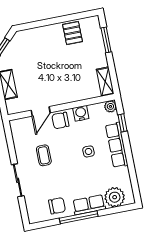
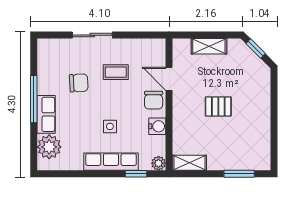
pallet: (73, 33) -> (218, 106), moved
chair: (60, 121) -> (154, 100), turned 180
chair: (57, 206) -> (79, 83), moved, turned -93

